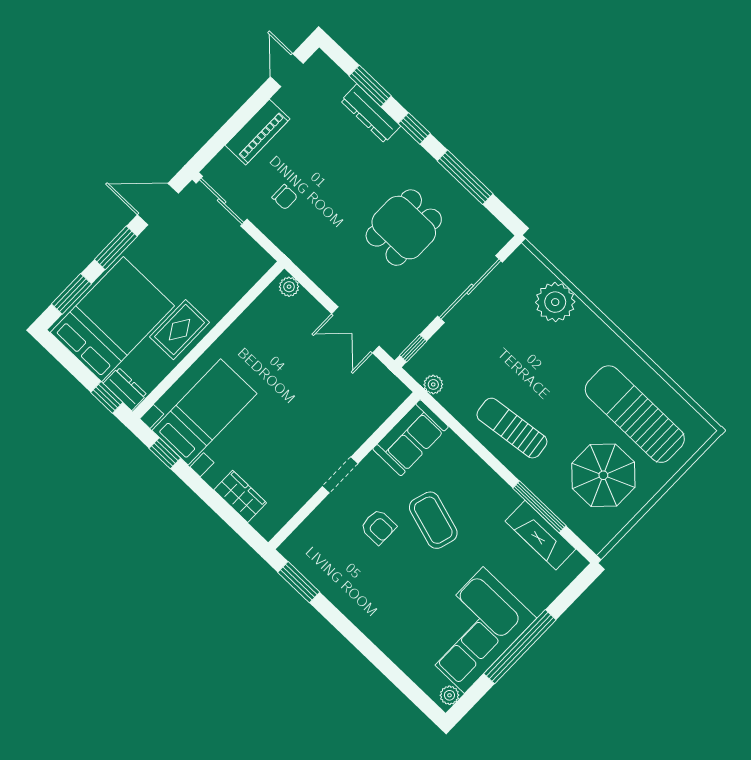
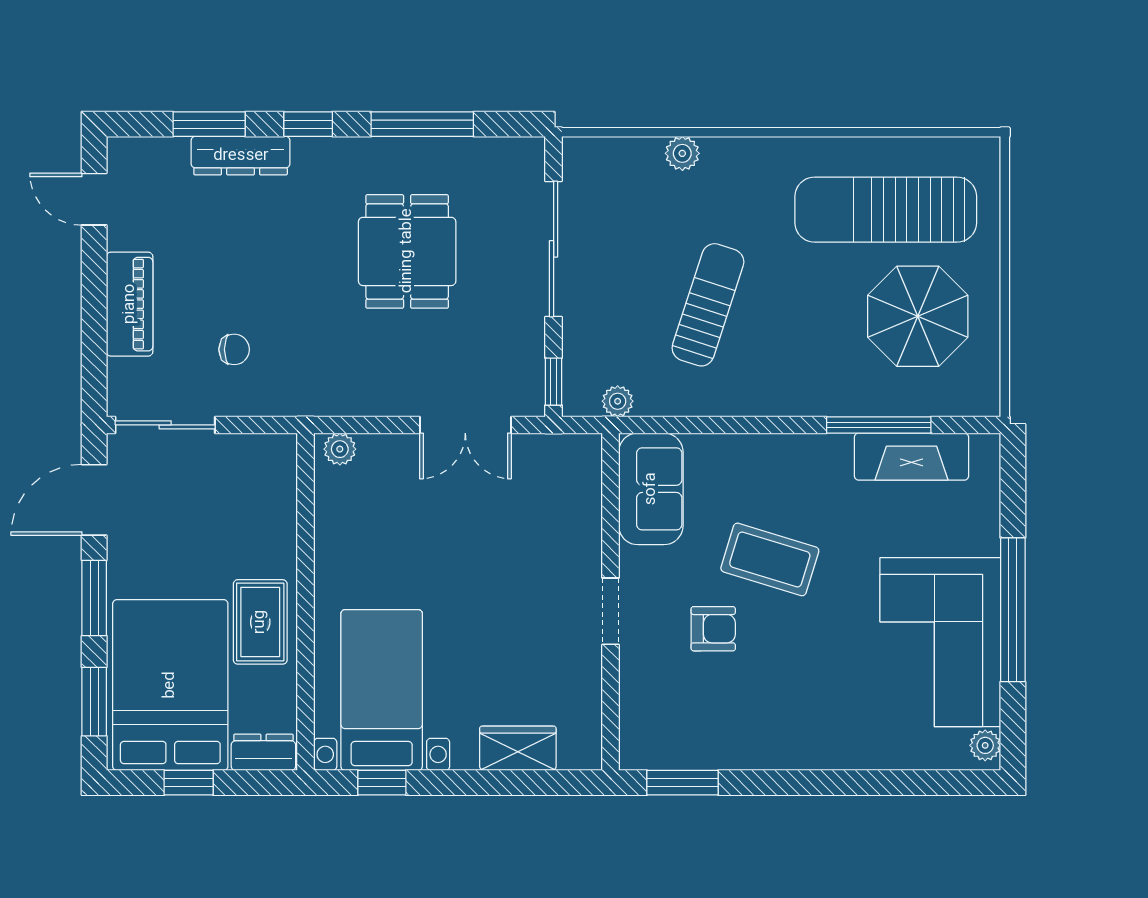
plant: (555, 302) -> (682, 153), width x0.53, depth x0.53
window: (107, 397) -> (189, 783), moved
sun lounger: (512, 428) -> (708, 305), moved, turned 115

